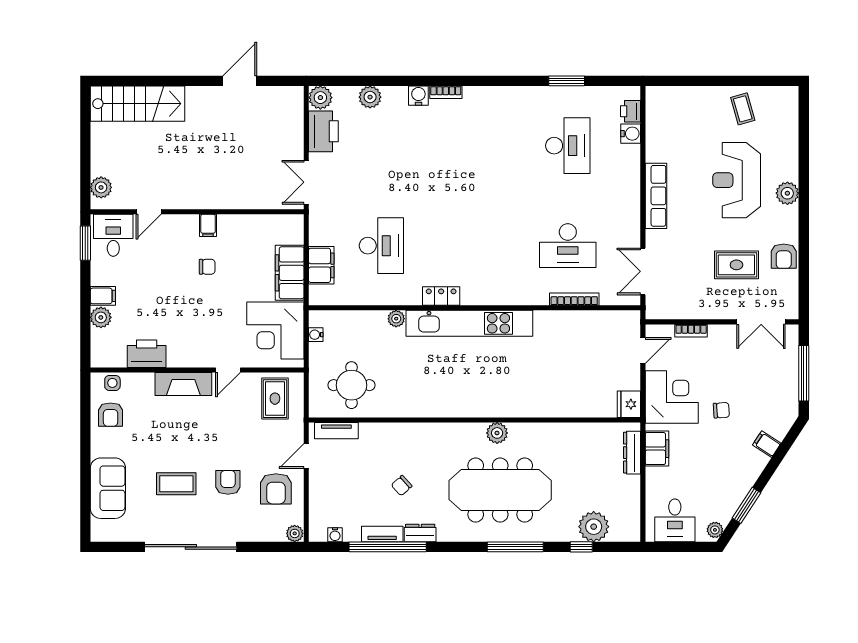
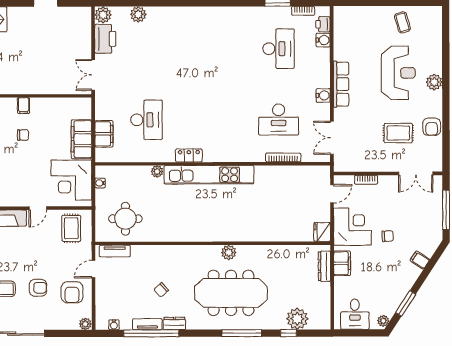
bookcase: (446, 92) -> (303, 11), moved
water cooler: (418, 96) -> (323, 95), moved, turned 90
reception desk: (737, 180) -> (398, 73), turned 180
armchair: (228, 482) -> (38, 288), turned 90

